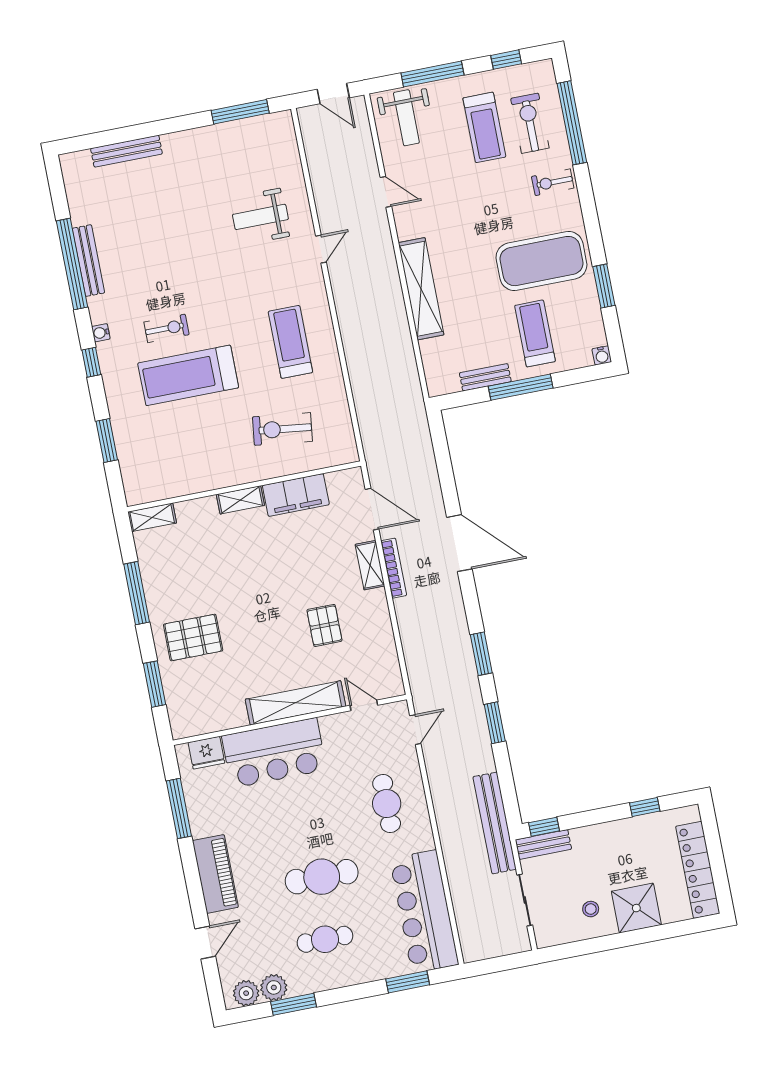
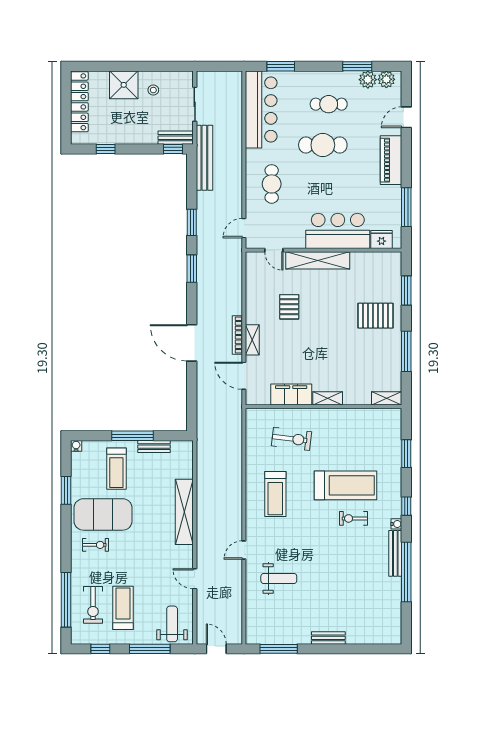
bench: (126, 151) -> (328, 638), moved, width x0.73
exercise bike: (553, 182) -> (96, 545), moved
bench: (88, 261) -> (395, 553), moved

